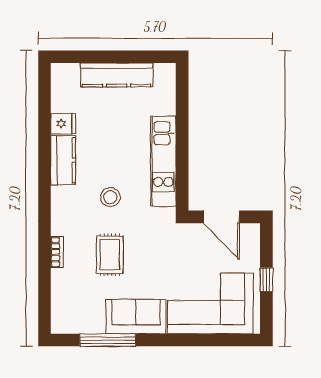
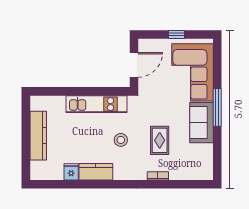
rug: (110, 255) -> (160, 140), turned 90
window: (108, 340) -> (217, 107), moved

